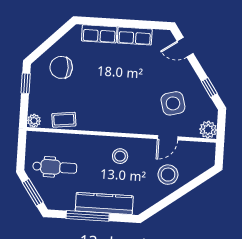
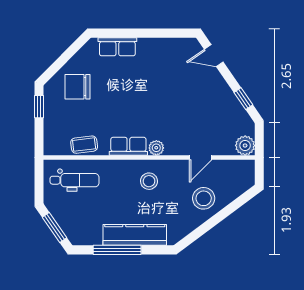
row of seats: (135, 36) -> (128, 146), moved, turned 180
side table: (173, 103) -> (204, 119), removed
plant: (34, 121) -> (156, 148), moved
dental chair: (55, 167) -> (75, 180), moved

